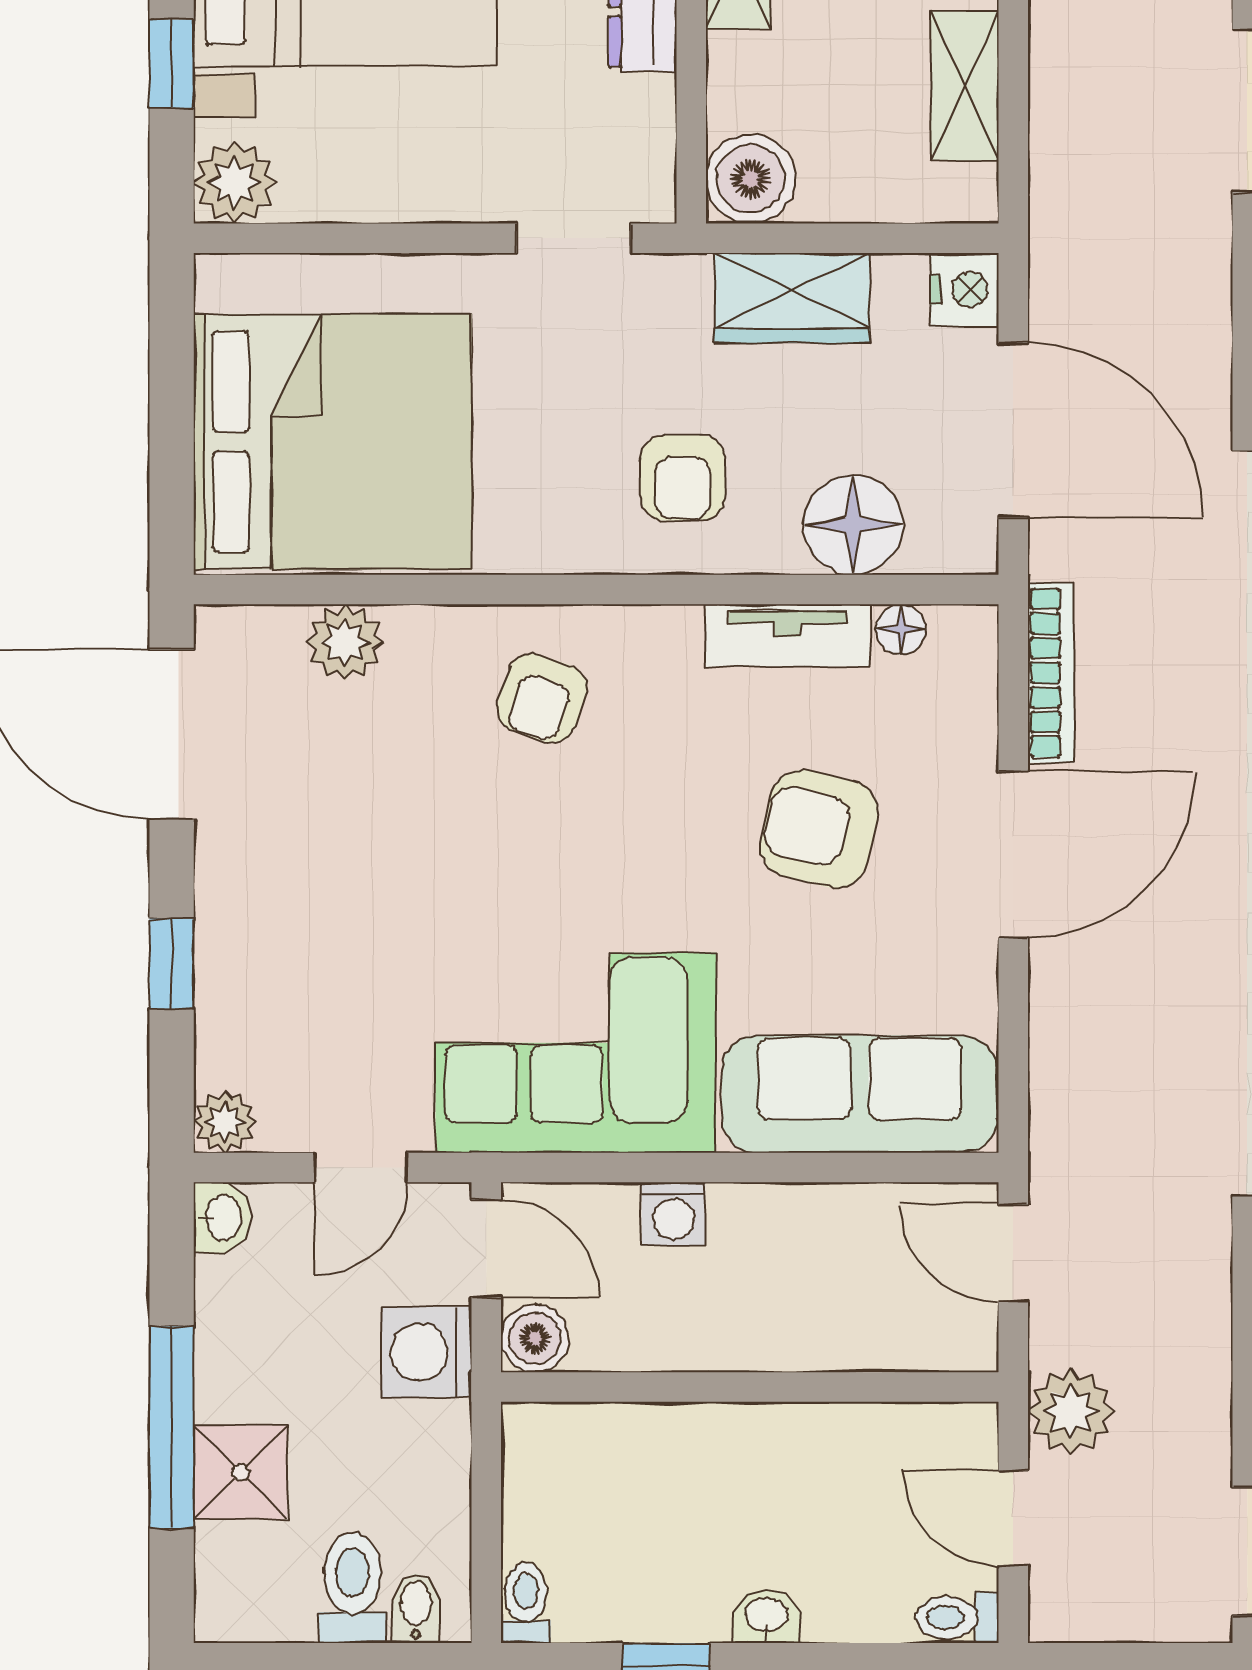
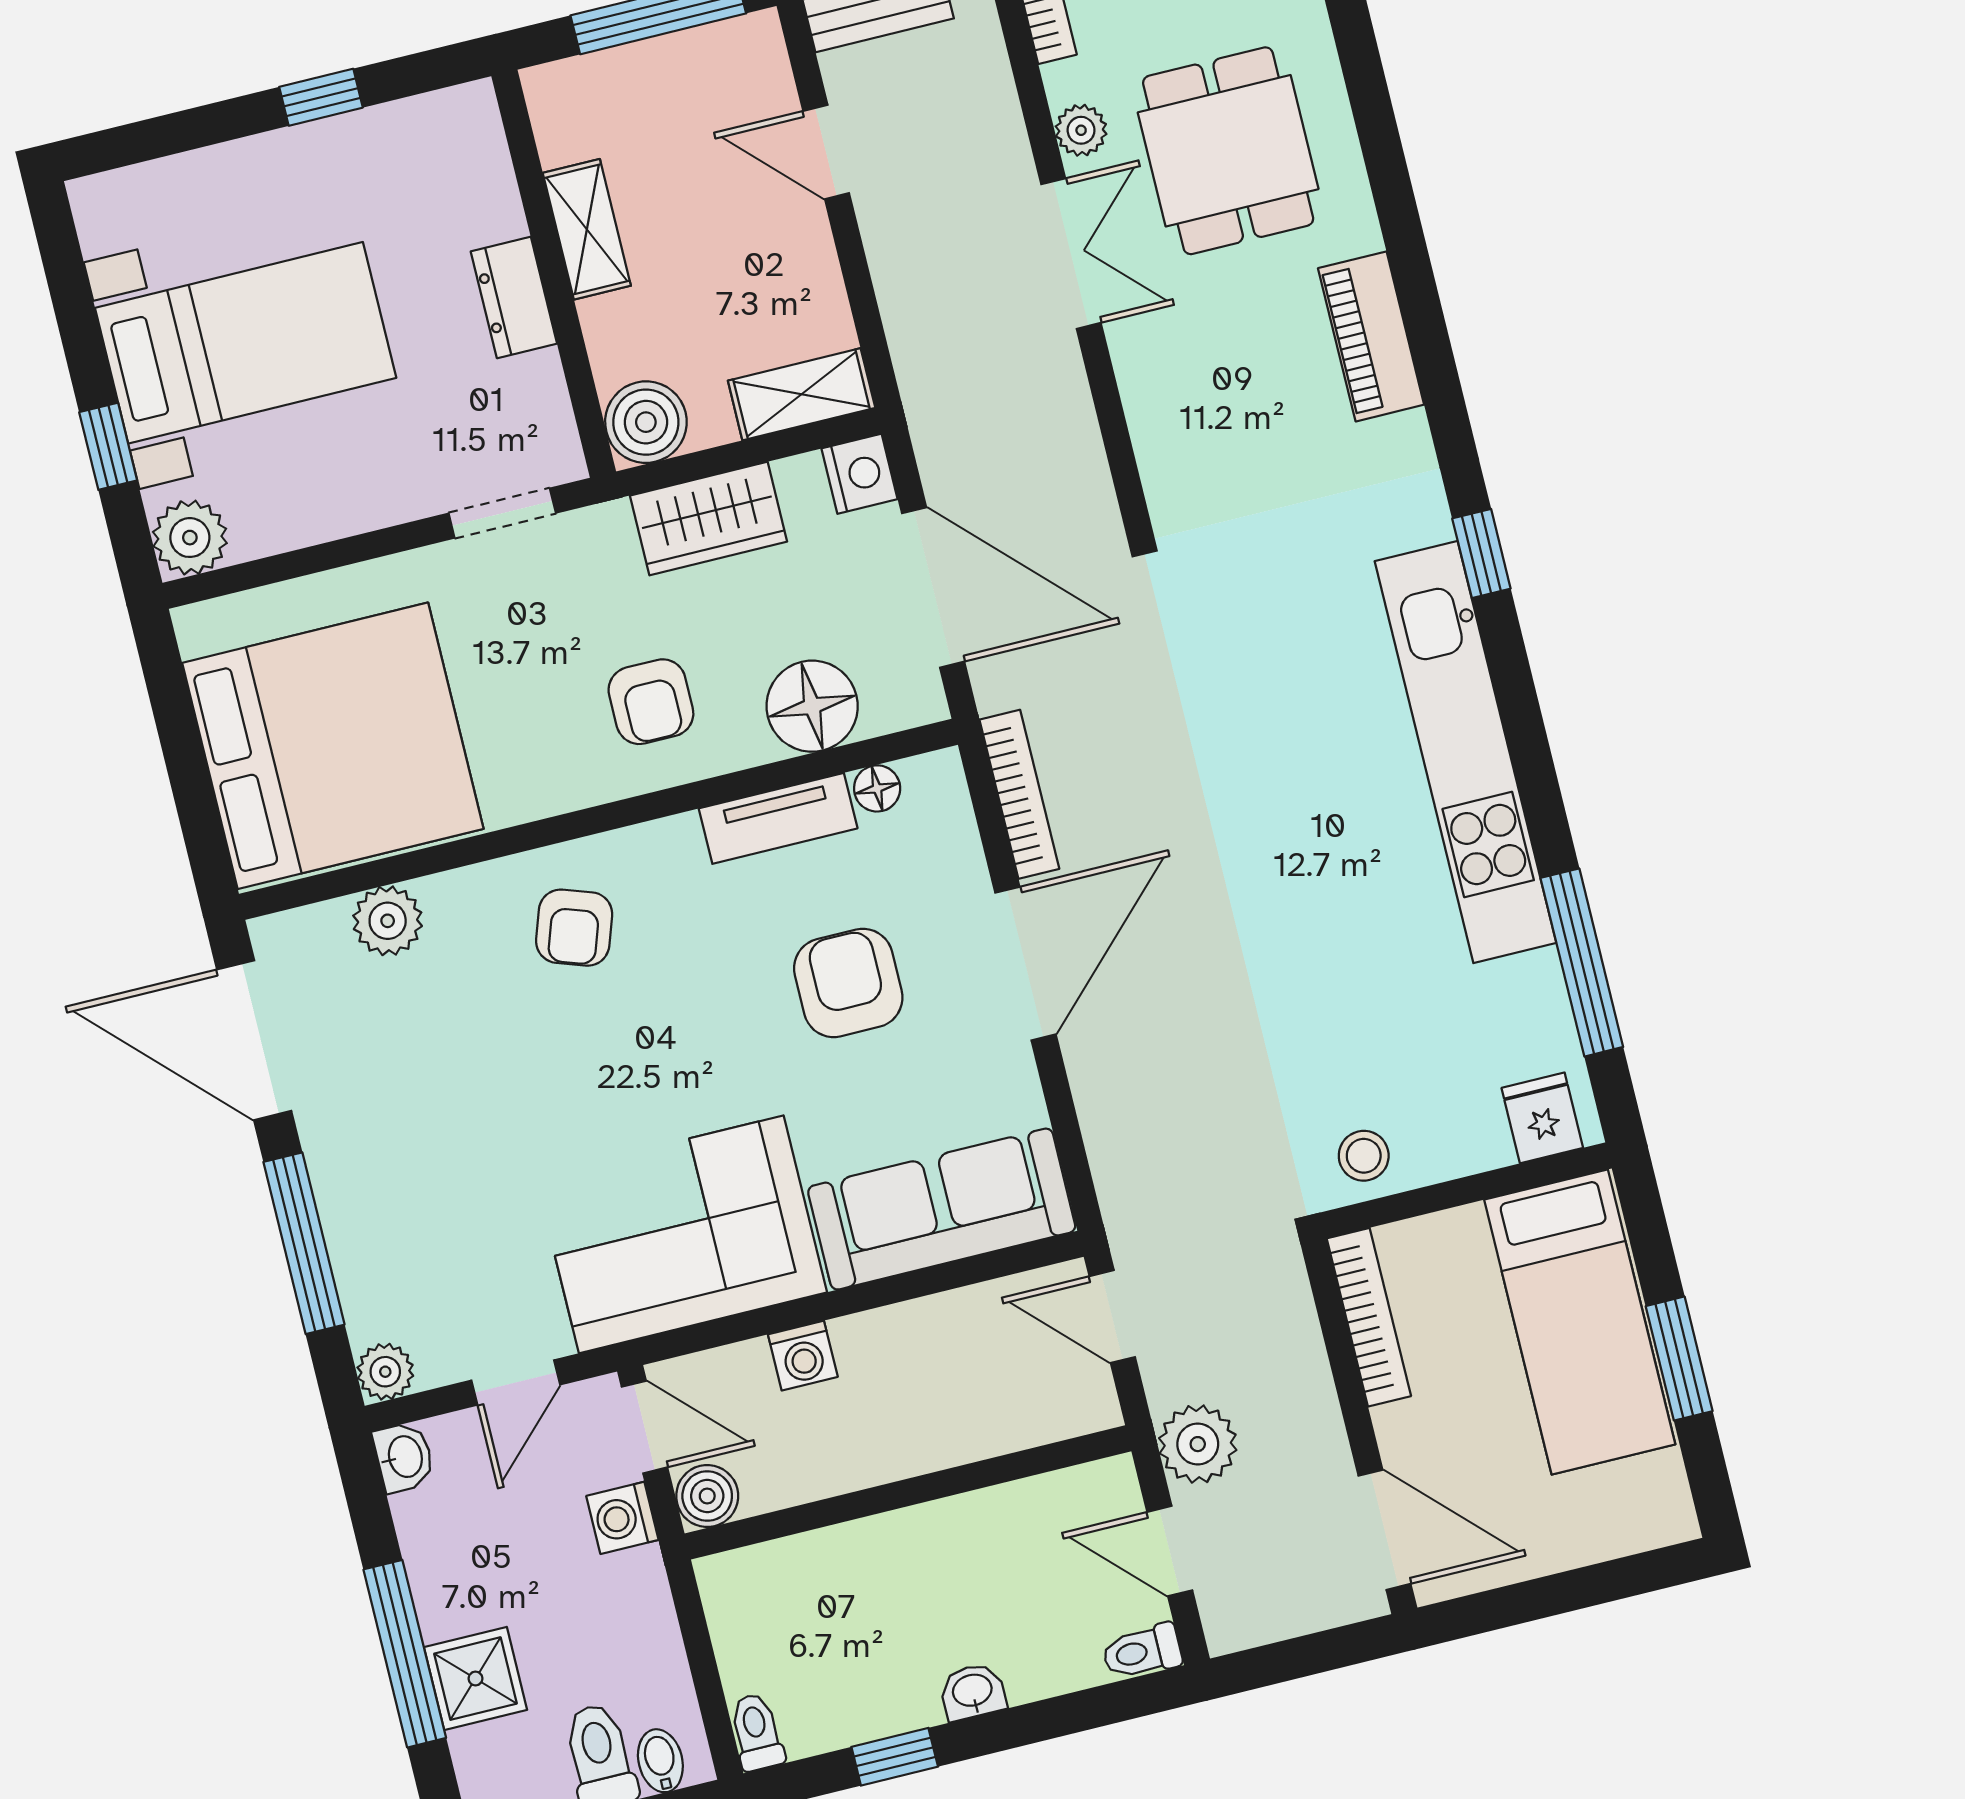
shelving: (965, 86) -> (802, 394), moved, turned 90
armchair: (819, 829) -> (848, 983), turned 77
window: (172, 964) -> (304, 1243), width x2.17
washing machine: (427, 1352) -> (622, 1518), width x0.73, depth x0.73

